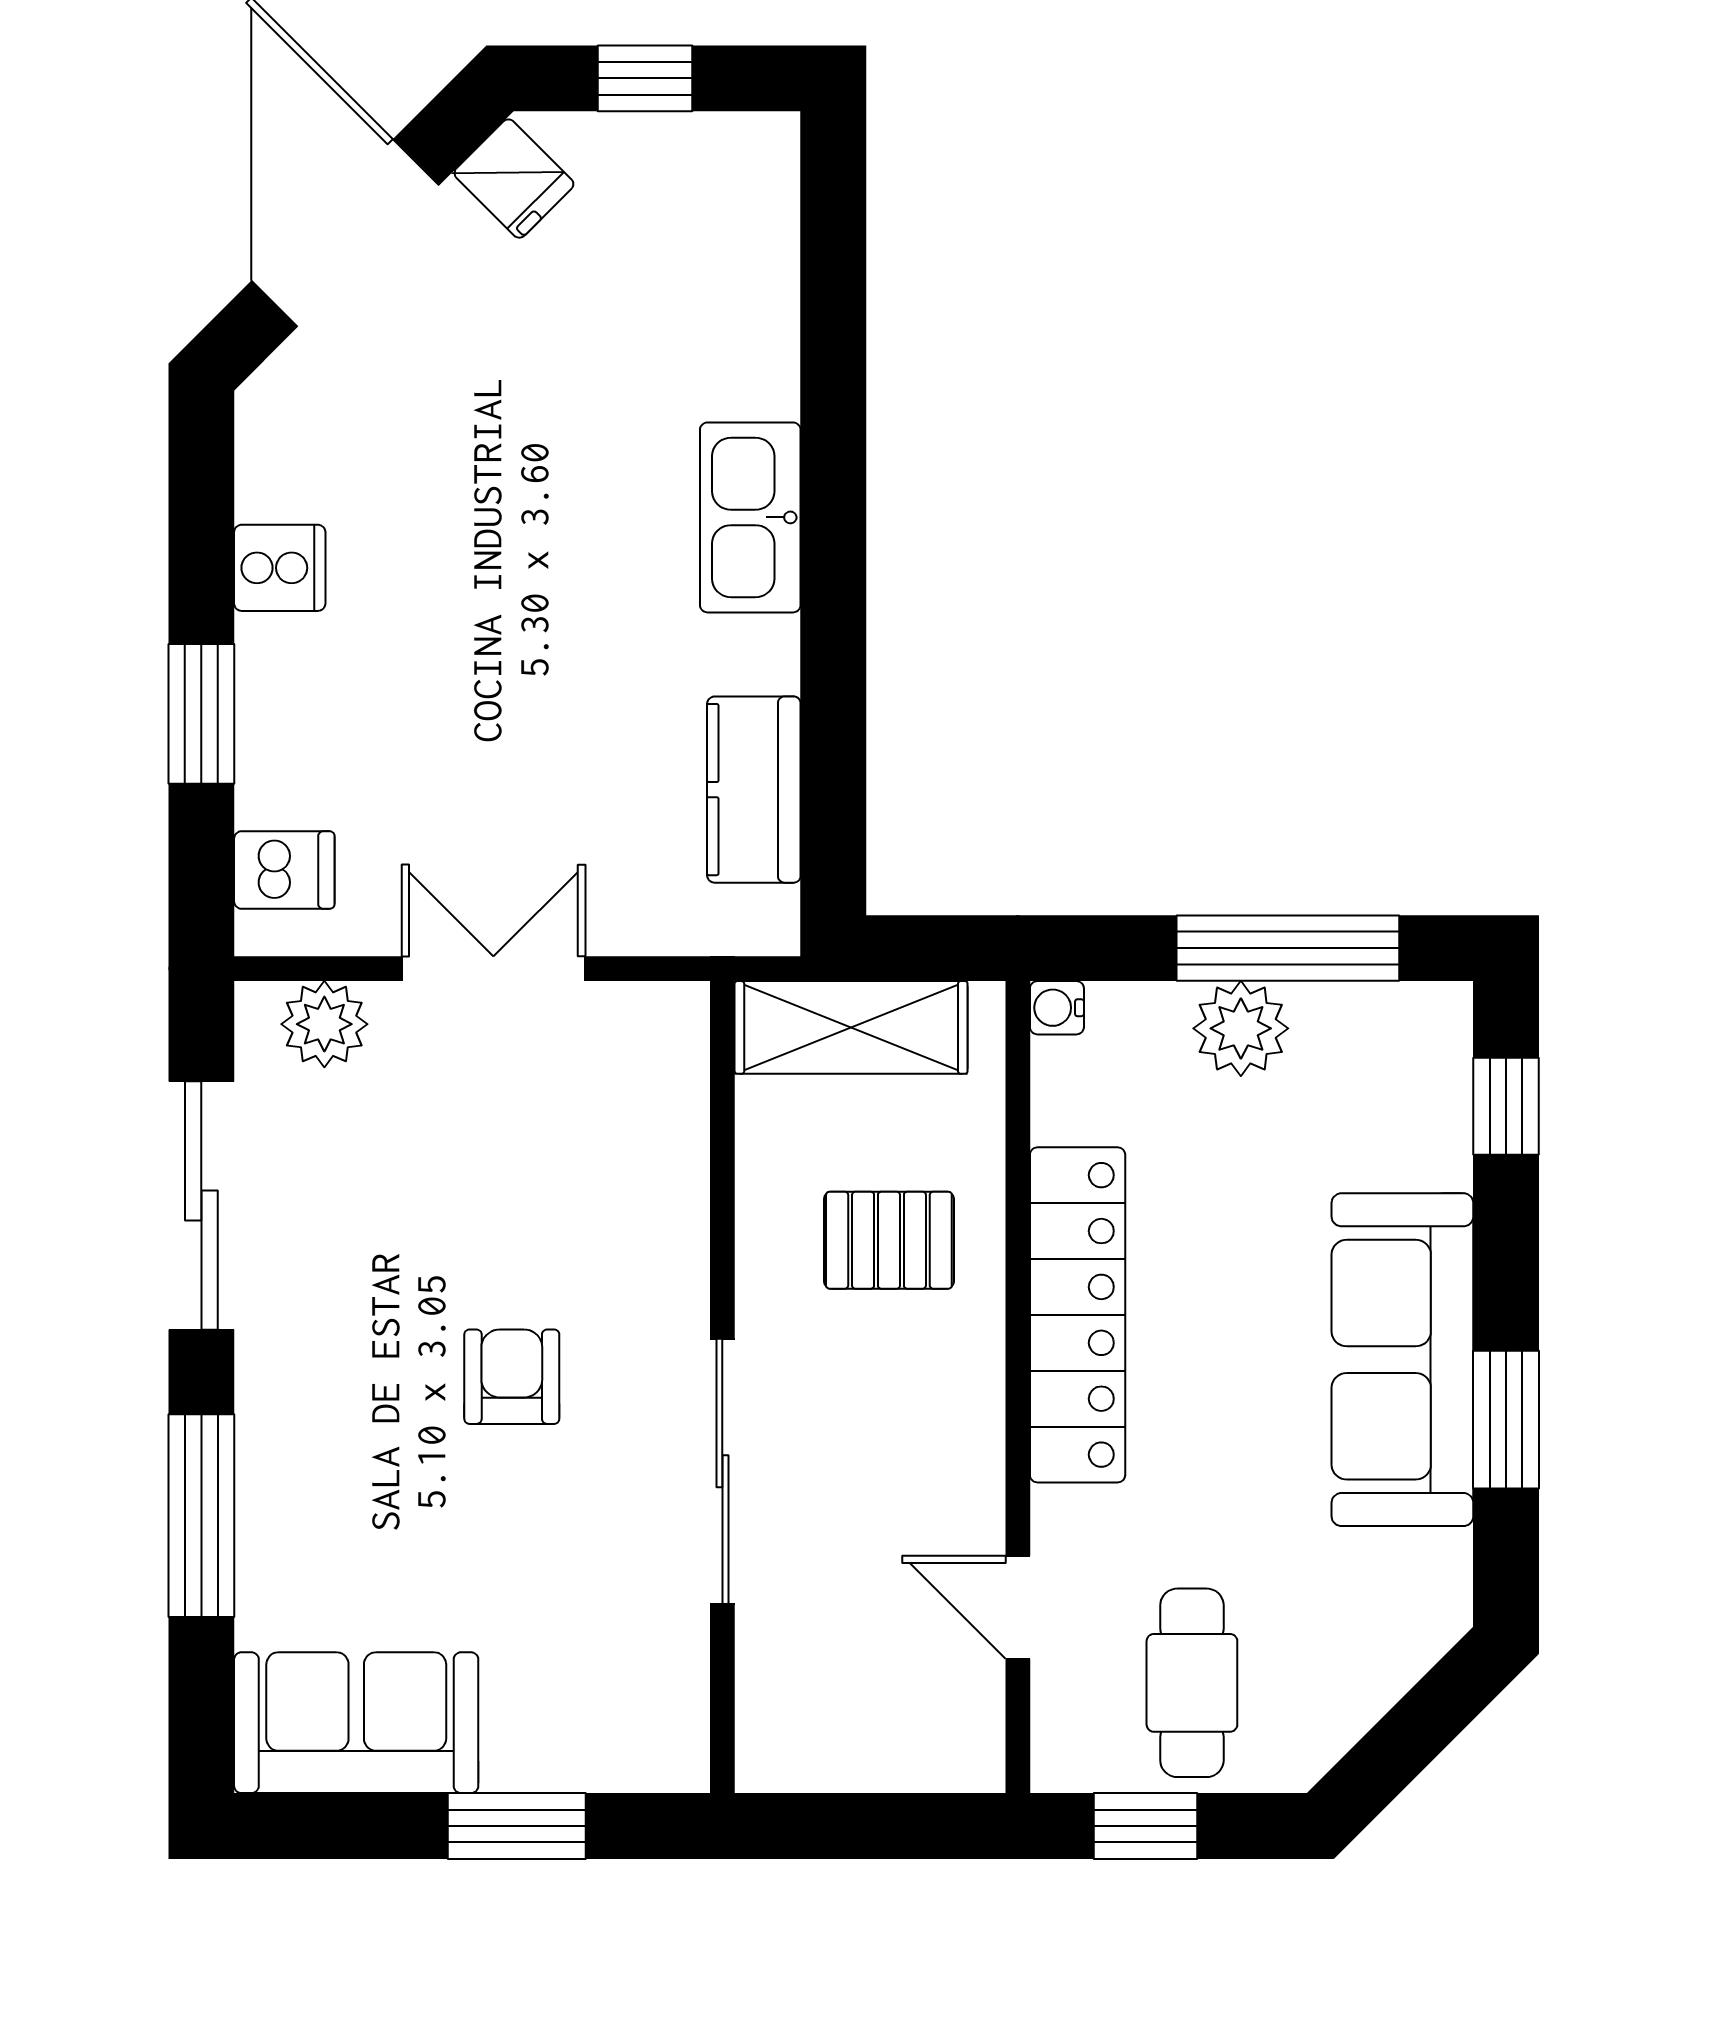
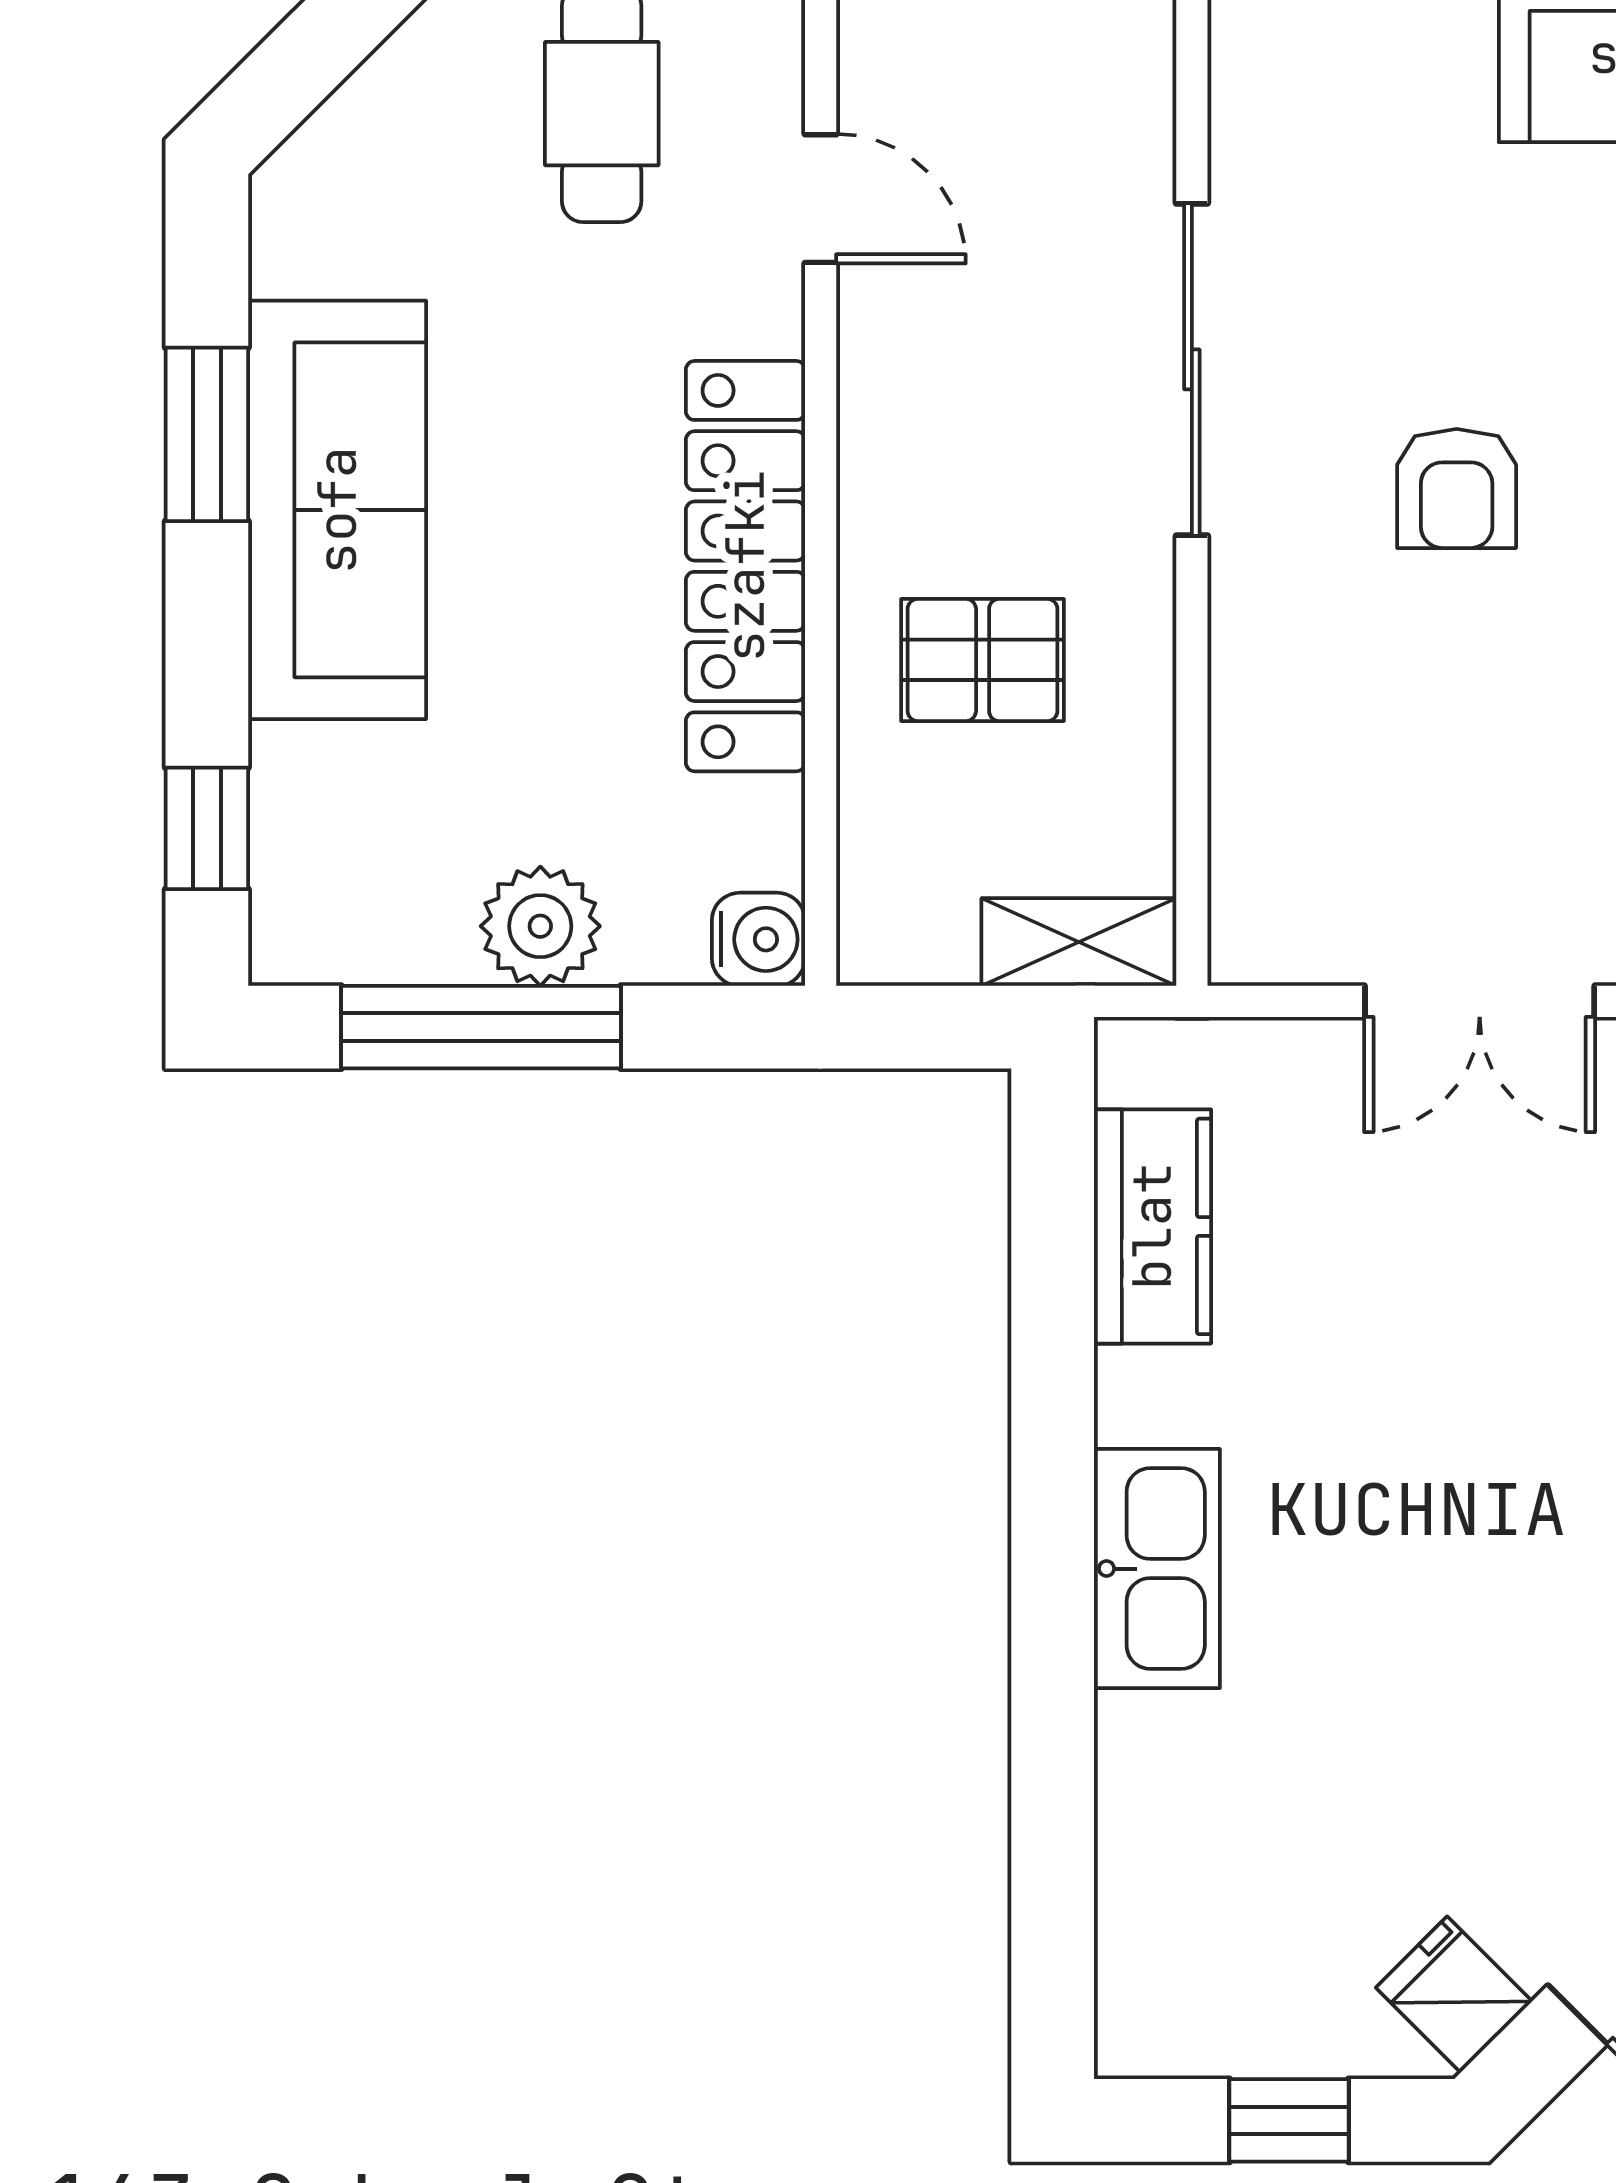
water cooler: (1057, 1008) -> (758, 939), width x1.38, depth x1.38
shelving: (851, 1027) -> (1079, 942), width x0.67, depth x0.75

